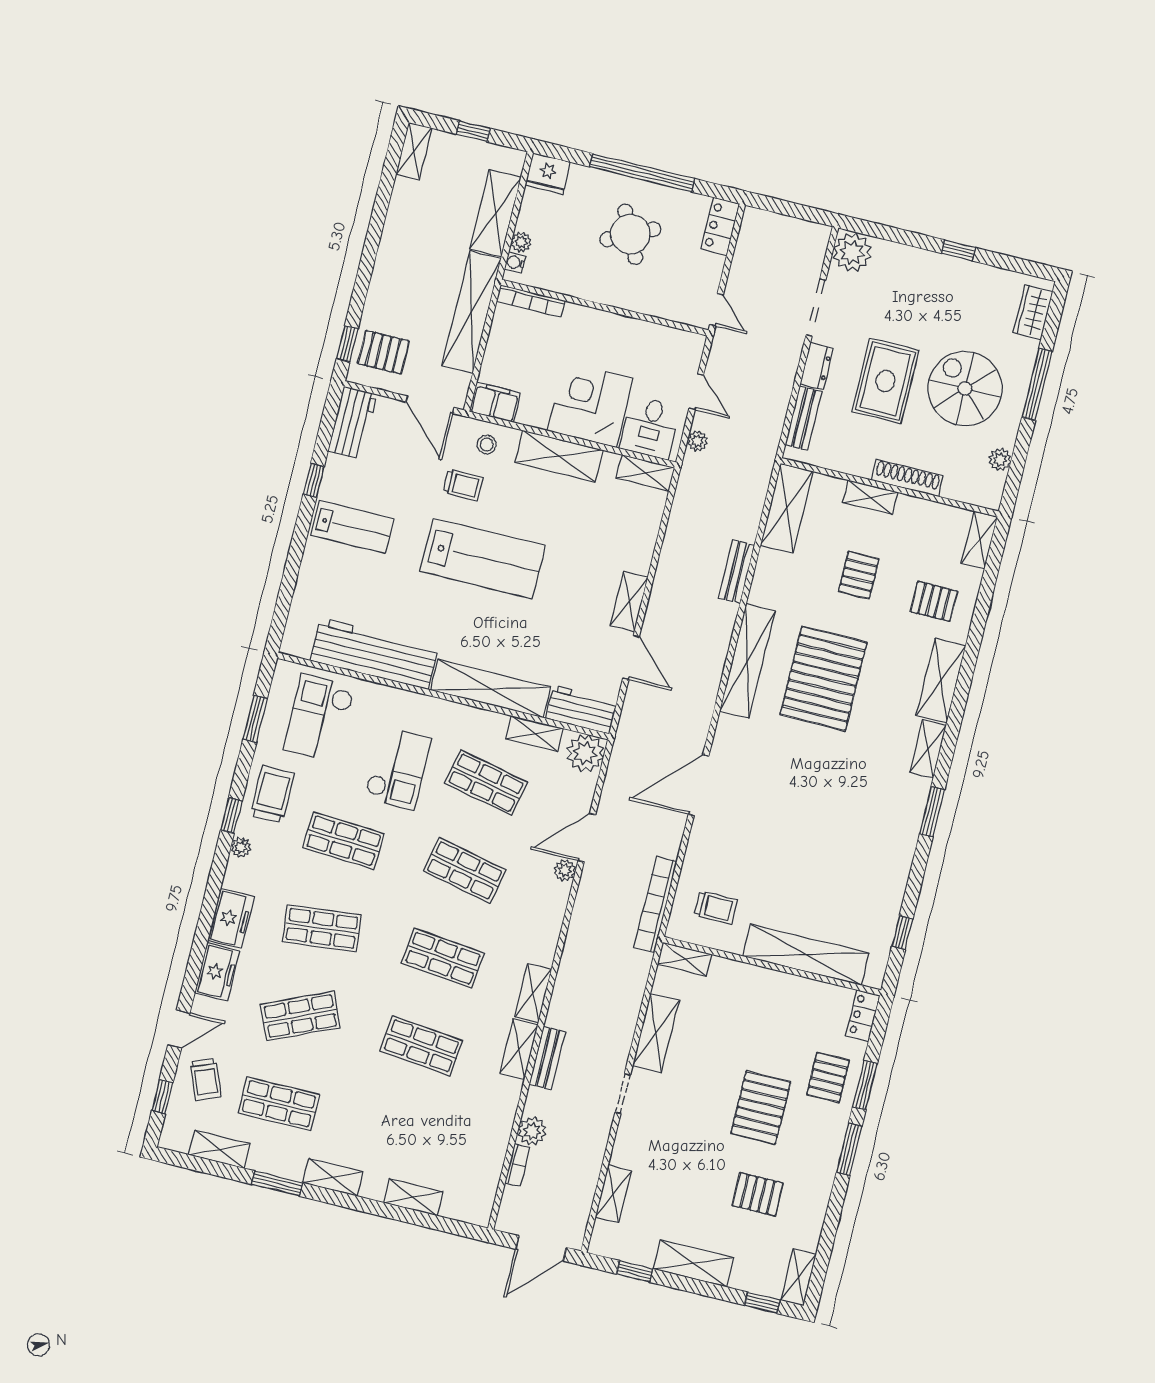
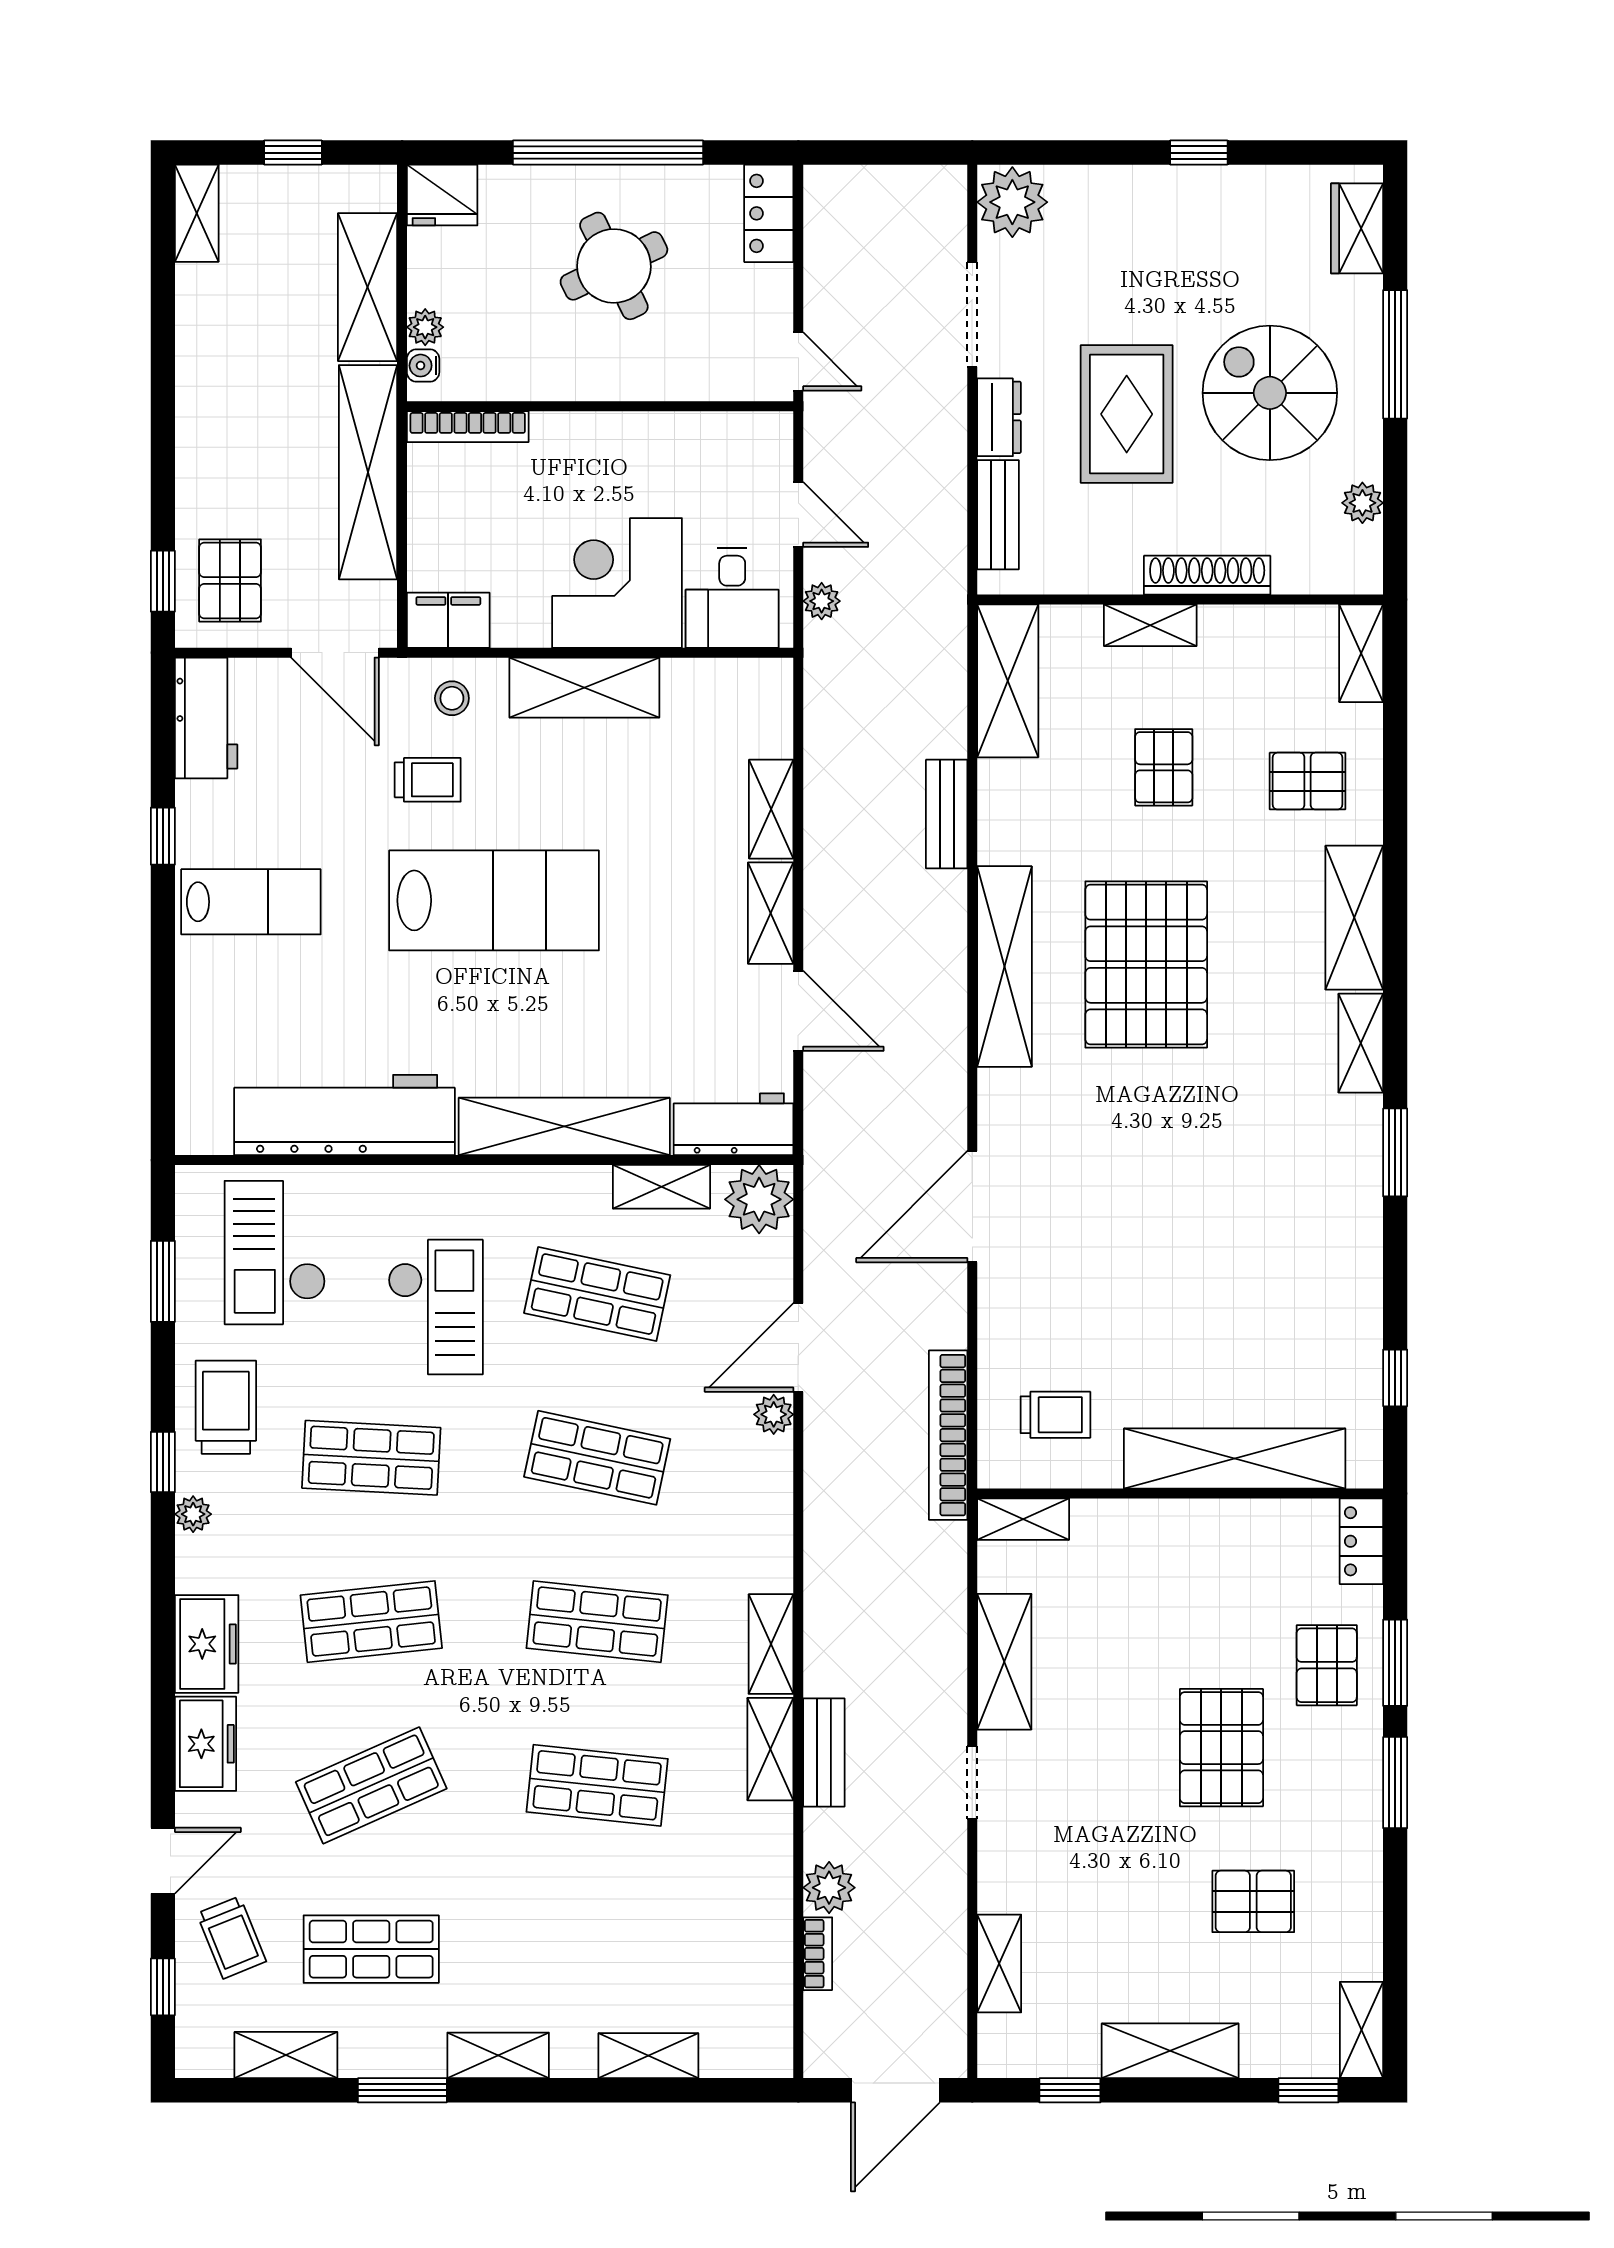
pallet: (383, 352) -> (230, 580), turned 90
shelving: (646, 473) -> (771, 809), moved, turned 90

